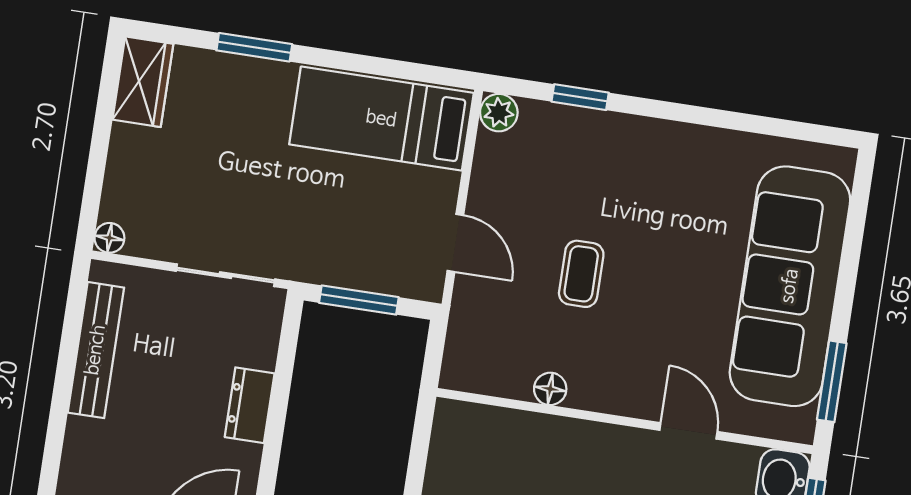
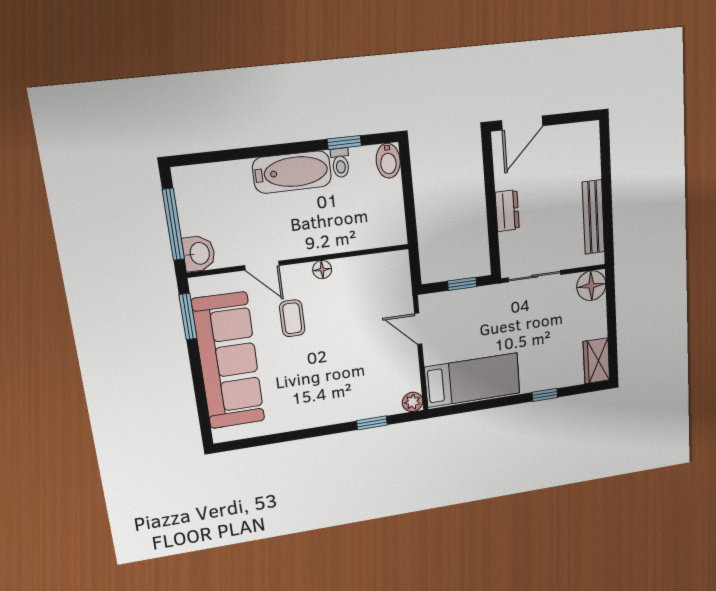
window: (254, 47) -> (545, 395), width x0.67
floor lamp: (109, 238) -> (591, 286), width x1.89, depth x1.89
coffee table: (581, 274) -> (292, 318), moved
window: (359, 300) -> (462, 284), width x0.67
floor lamp: (550, 389) -> (322, 270), moved

